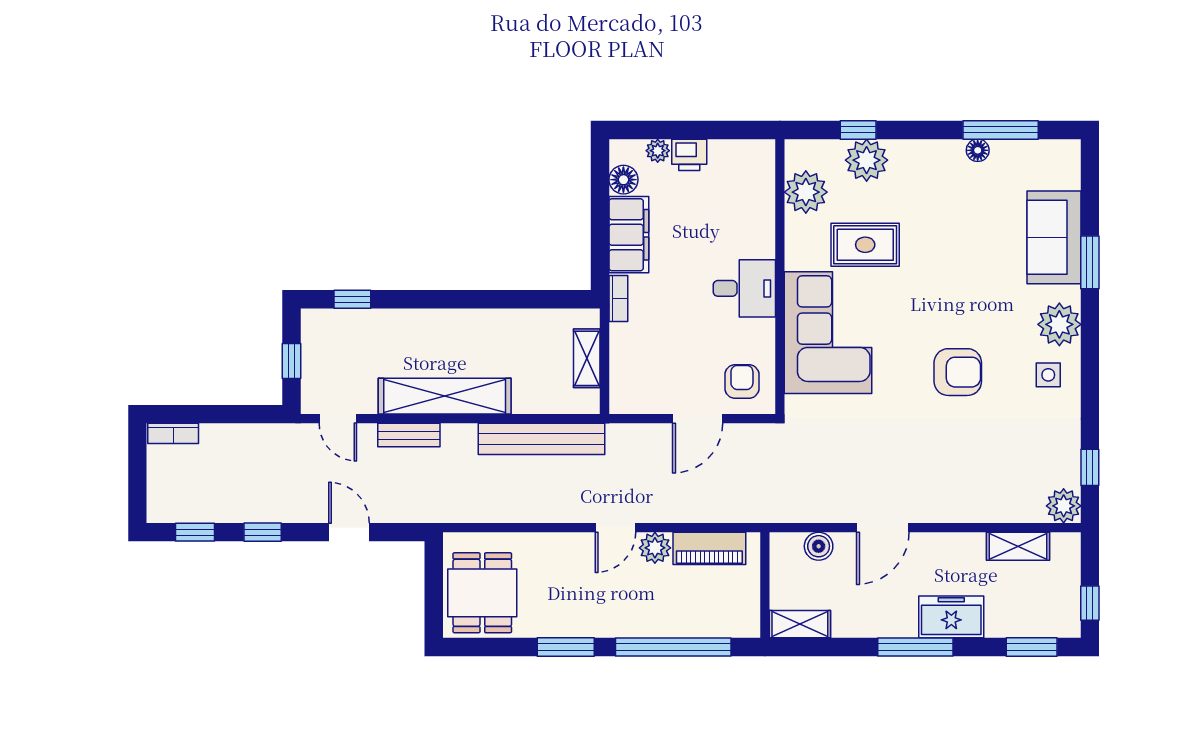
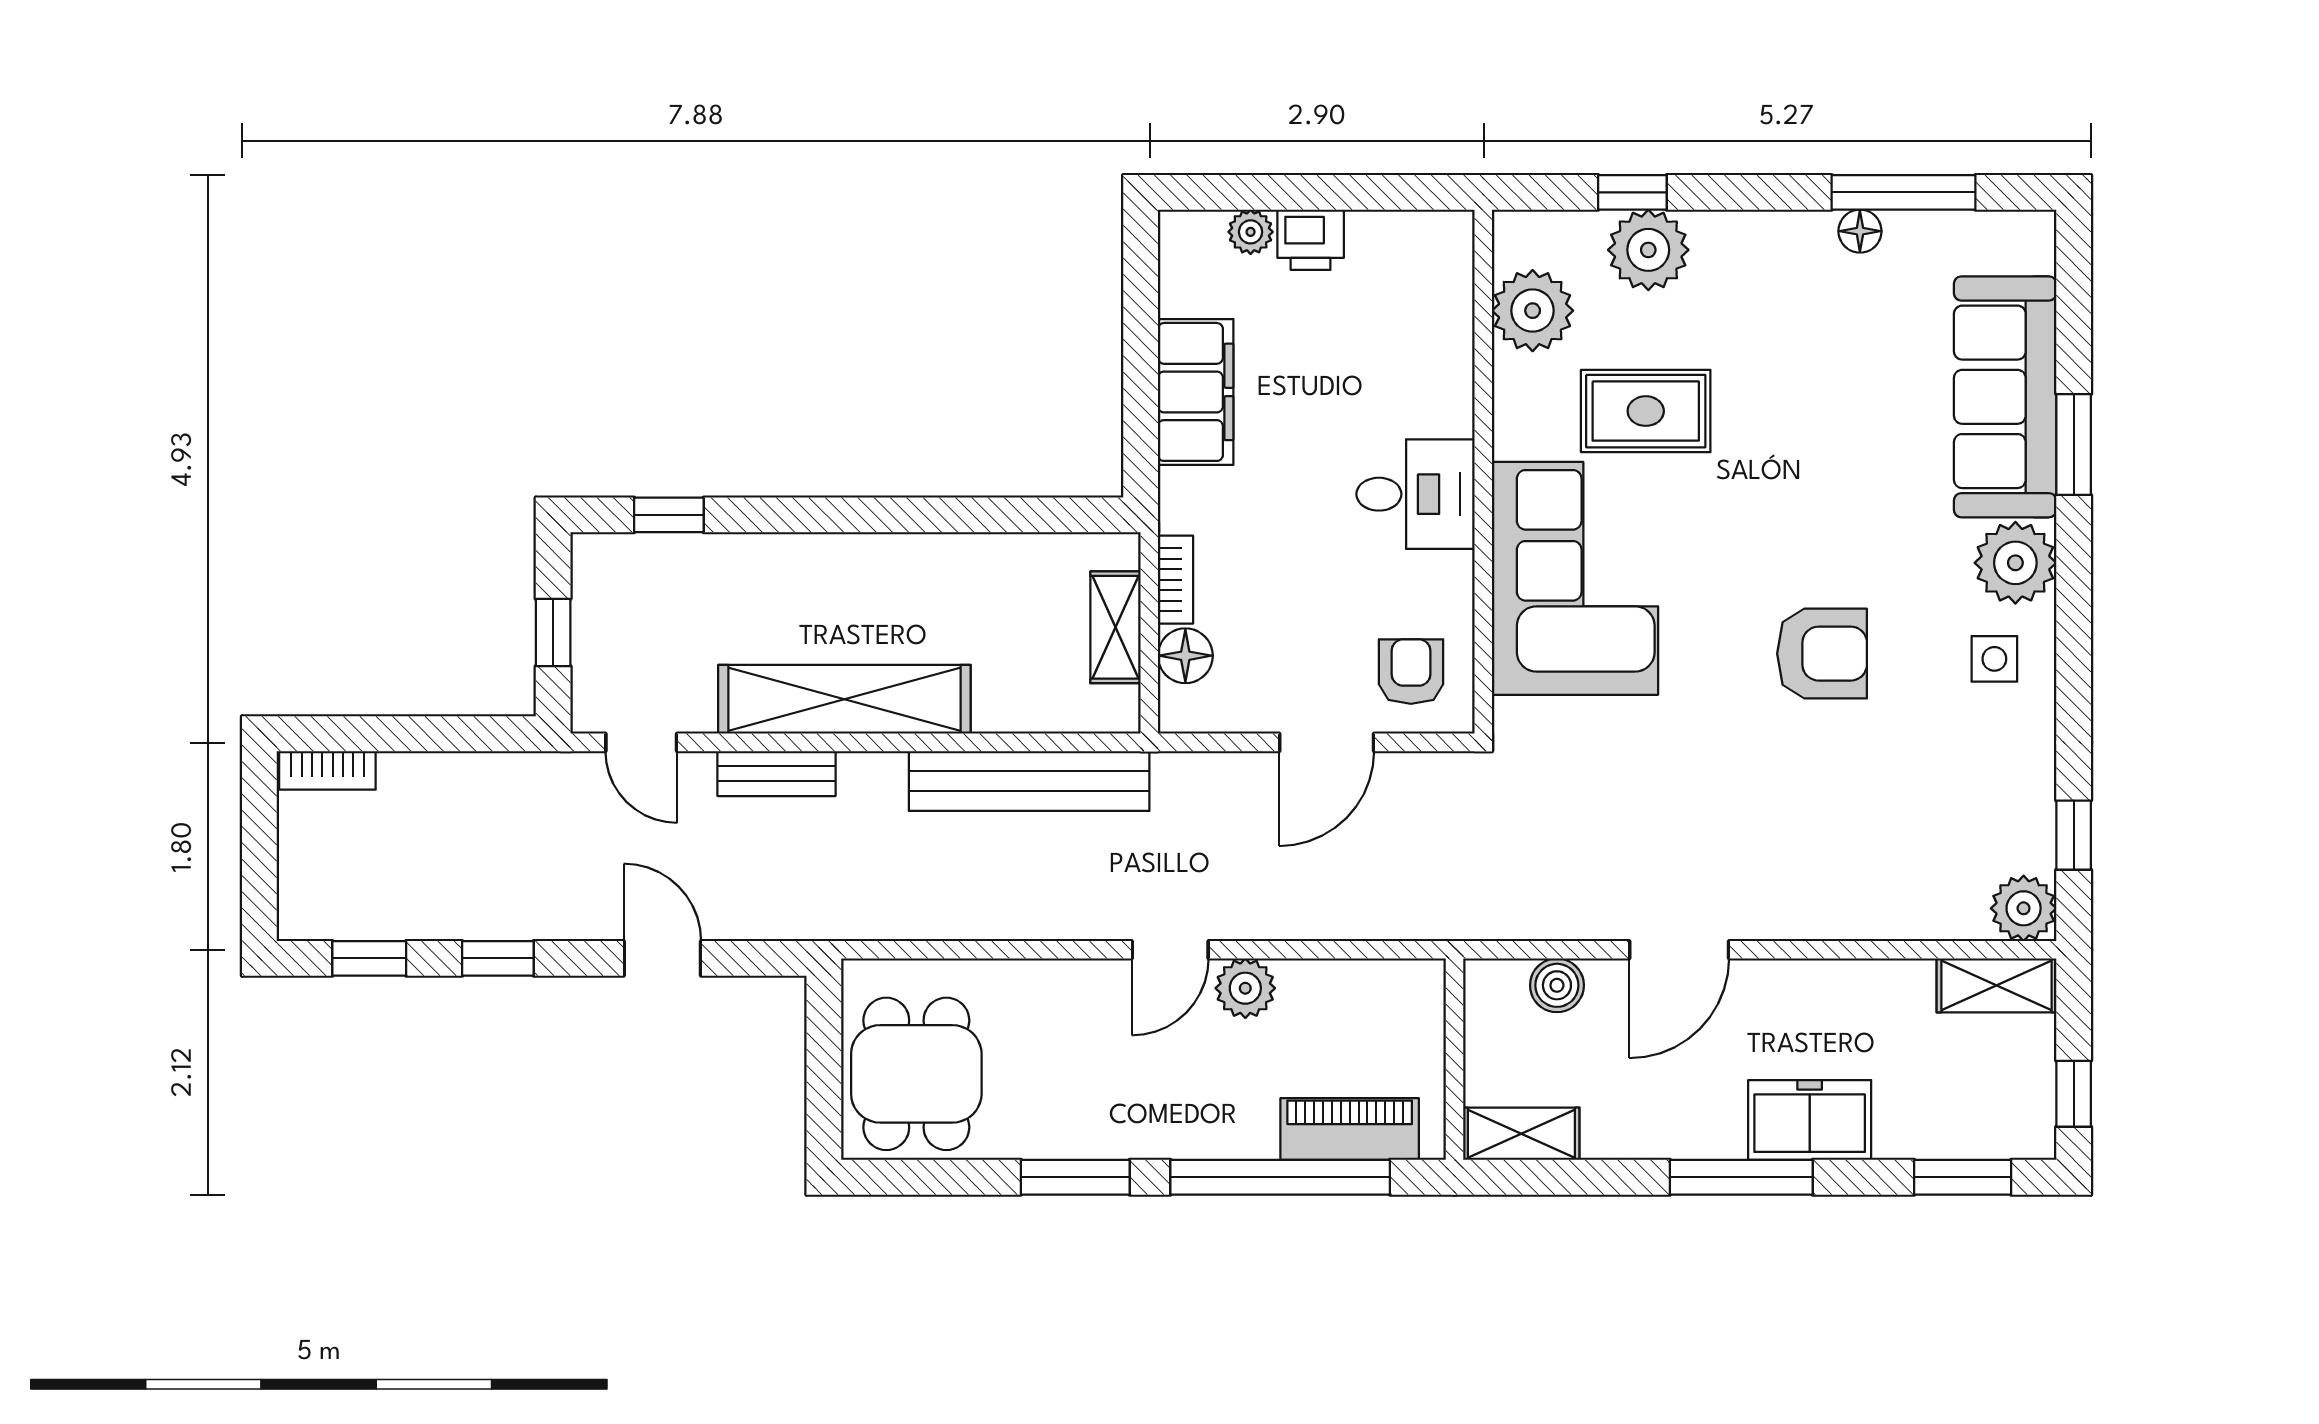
floor lamp: (623, 180) -> (1185, 656), moved
sofa: (1054, 237) -> (2005, 397), width x1.36
bookcase: (618, 299) -> (1175, 580), moved
shelving: (1018, 546) -> (1996, 985), moved
piano: (709, 548) -> (1350, 1129), moved, turned 180

